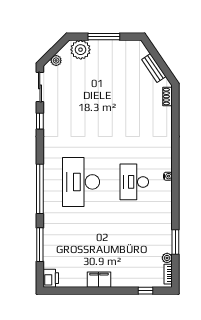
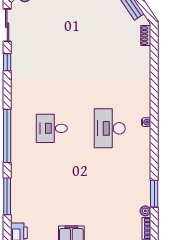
desk: (81, 182) -> (52, 128), width x0.53, depth x0.77

